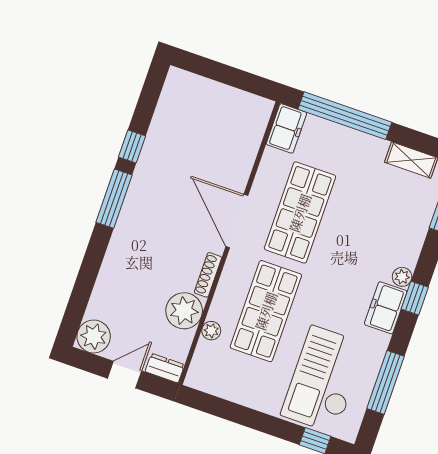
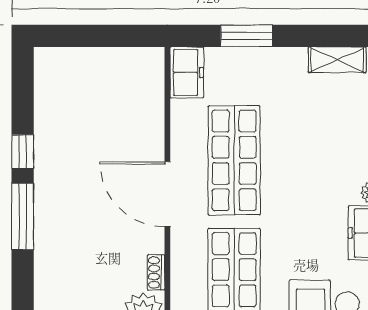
window: (345, 116) -> (247, 36), width x0.47
shoe rack: (208, 275) -> (156, 272), width x0.70

